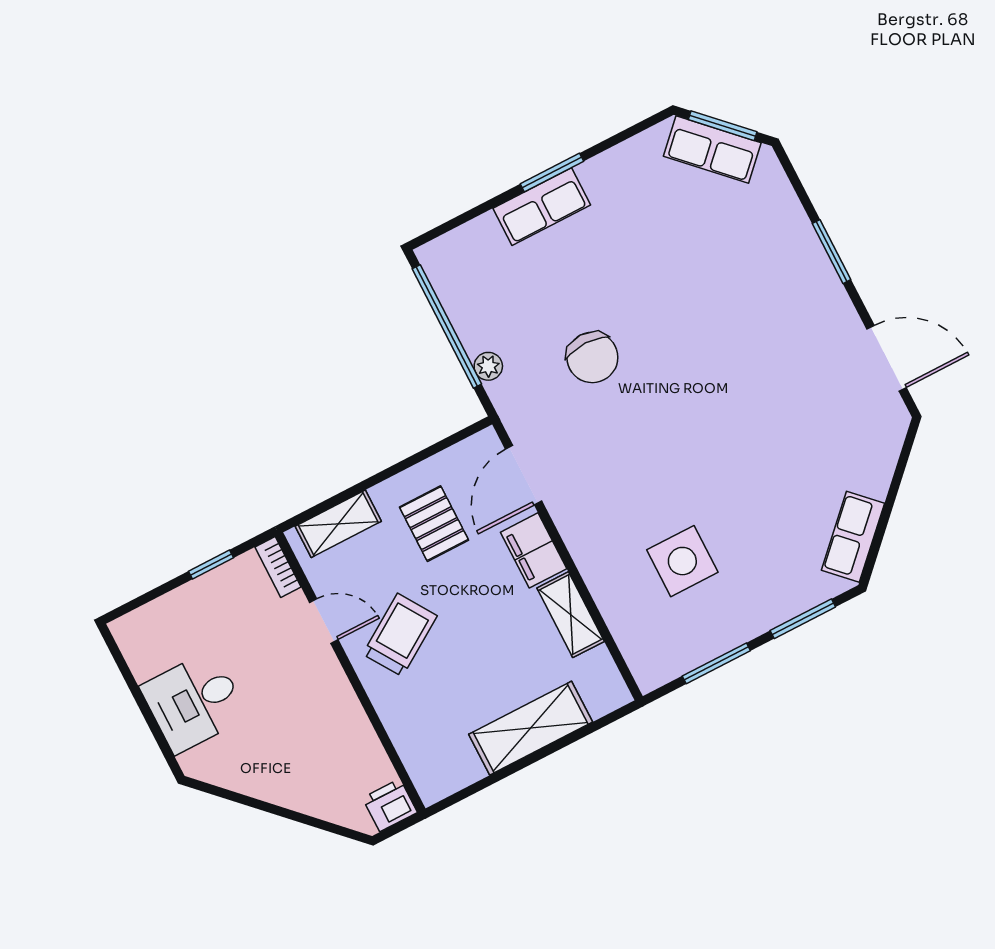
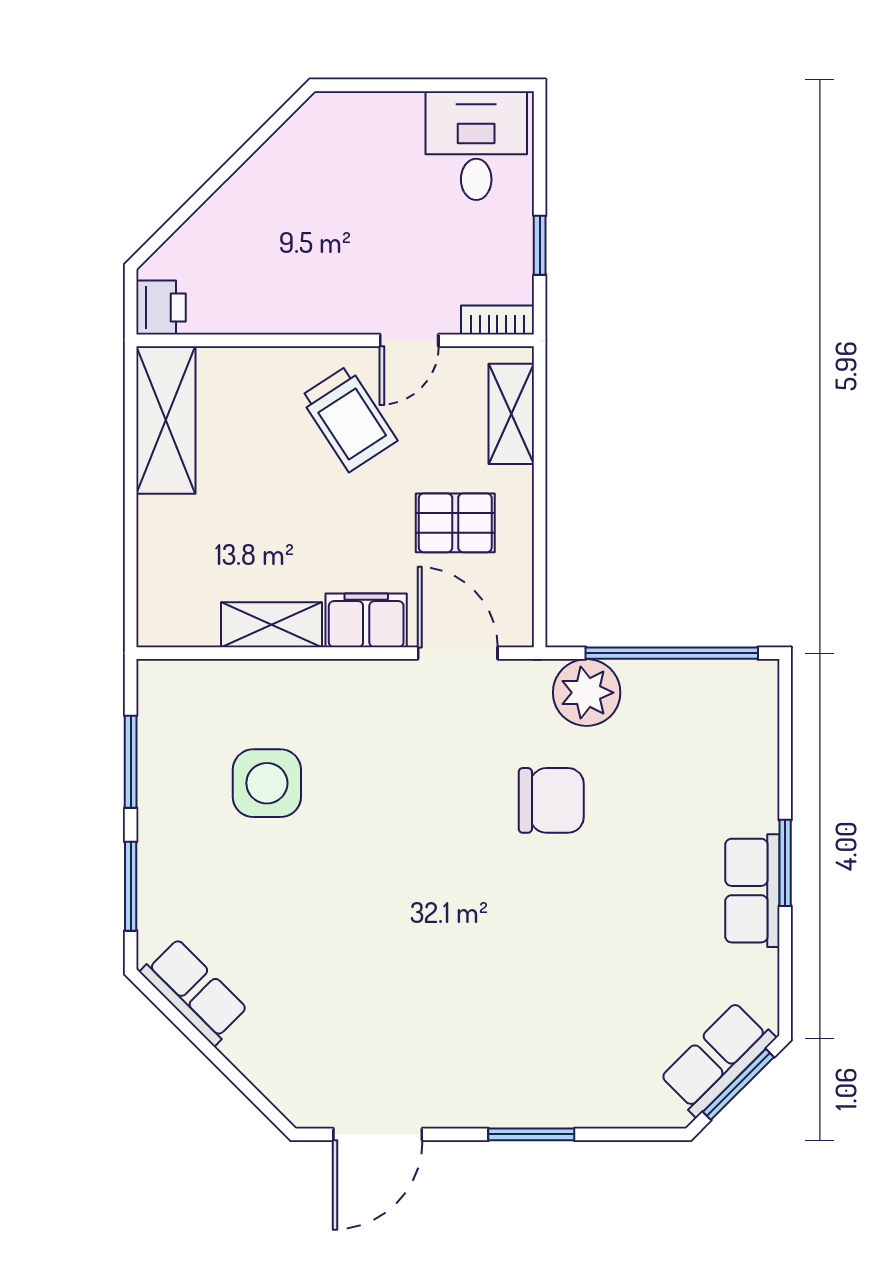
row of seats: (542, 207) -> (752, 891), moved
chair: (592, 357) -> (551, 800), turned 180
plant: (488, 366) -> (587, 693), width x1.88, depth x1.88
desk: (194, 702) -> (476, 146), moved
shelving: (531, 728) -> (166, 420), moved

